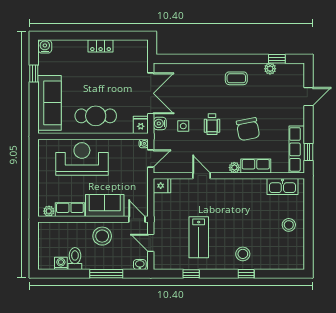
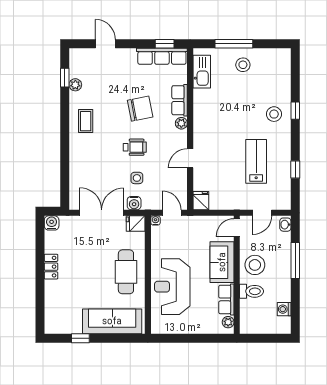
water cooler: (45, 46) -> (52, 223), moved, turned 90
window: (309, 216) -> (234, 44), added
lab bench: (199, 237) -> (256, 161), turned -90
toilet: (75, 259) -> (252, 291), moved, turned 180

